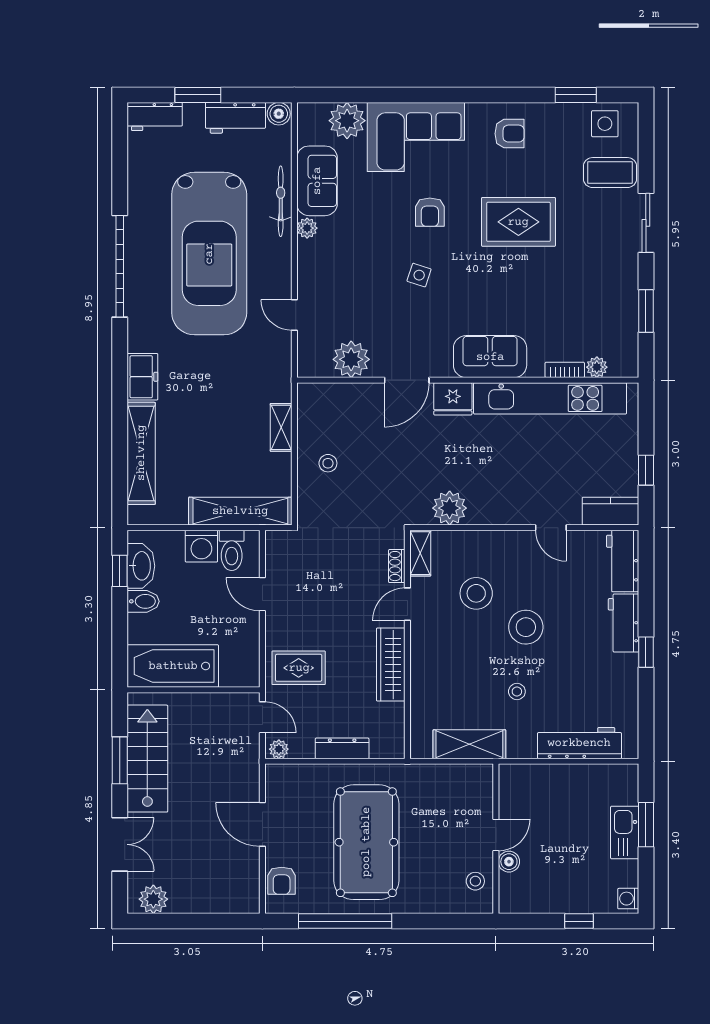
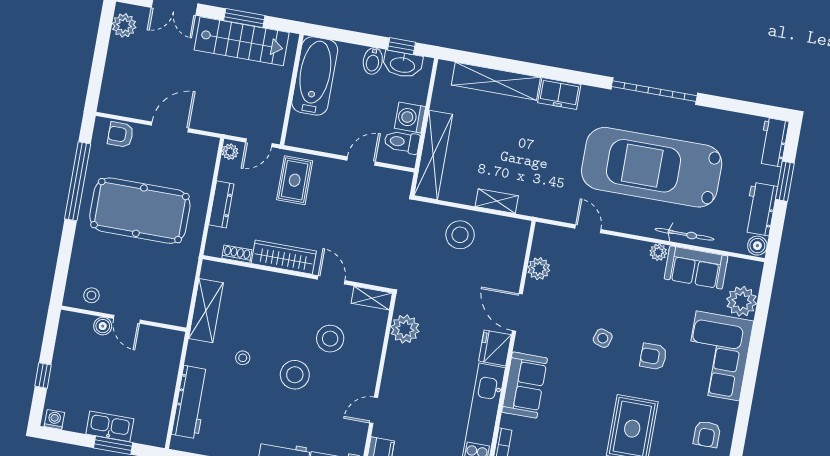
door: (294, 315) -> (588, 229), hinge flipped
plant: (351, 359) -> (539, 269), width x0.73, depth x0.73
stool: (328, 463) -> (460, 235), width x1.89, depth x1.89
shoe rack: (397, 566) -> (237, 254), moved

